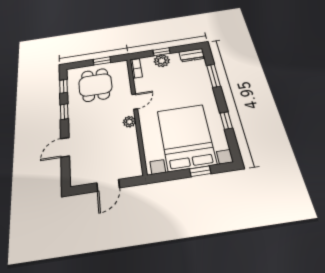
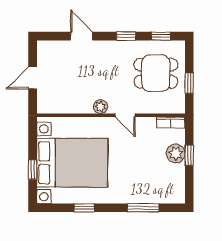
dresser: (192, 55) -> (177, 190), removed
door: (108, 185) -> (33, 78), hinge flipped

